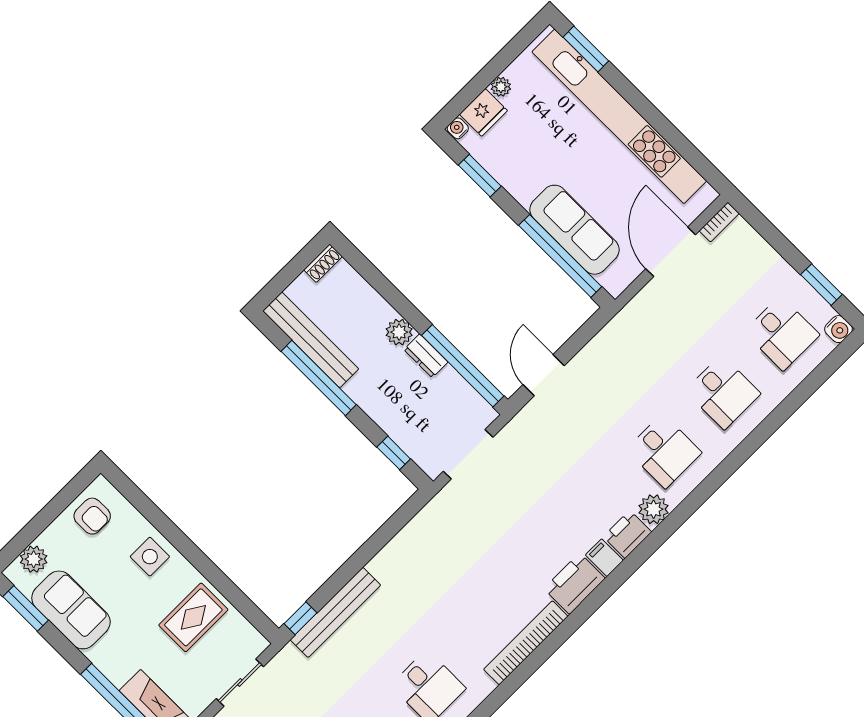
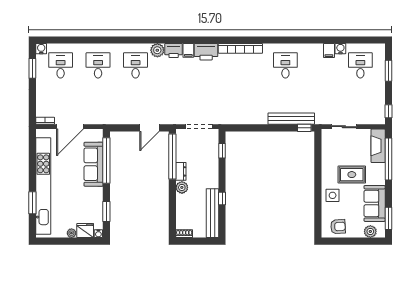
window: (586, 49) -> (32, 203), moved
window: (319, 378) -> (222, 198), width x0.32
armchair: (92, 516) -> (338, 227), turned 87
rug: (193, 617) -> (352, 175), moved

